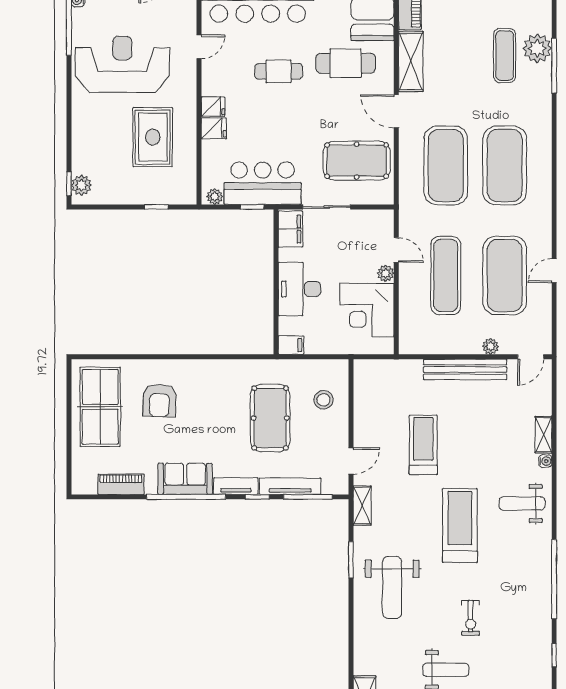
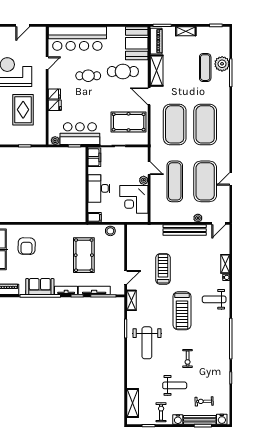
stool: (323, 400) -> (110, 231), moved
treadmill: (460, 525) -> (182, 311), turned 180

